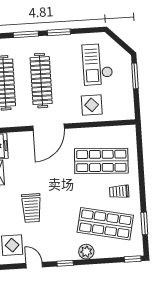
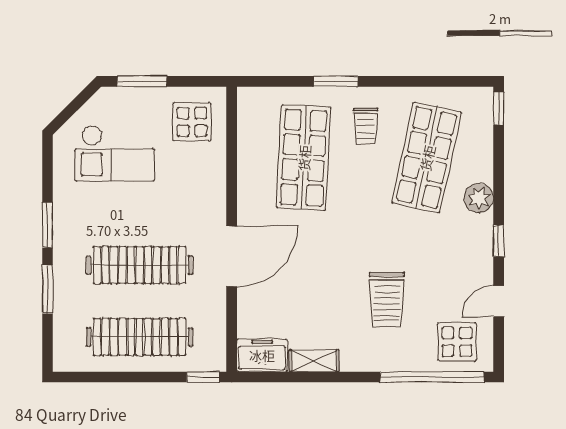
display table: (92, 105) -> (192, 122), moved
door: (49, 127) -> (232, 256), hinge flipped
trolley: (31, 208) -> (387, 300), turned 90
window: (144, 223) -> (336, 81), moved

